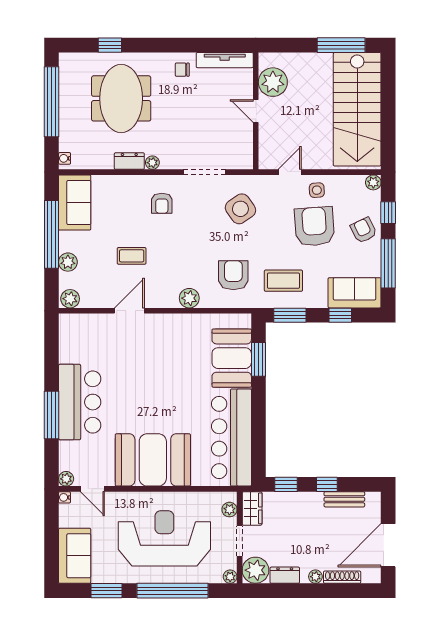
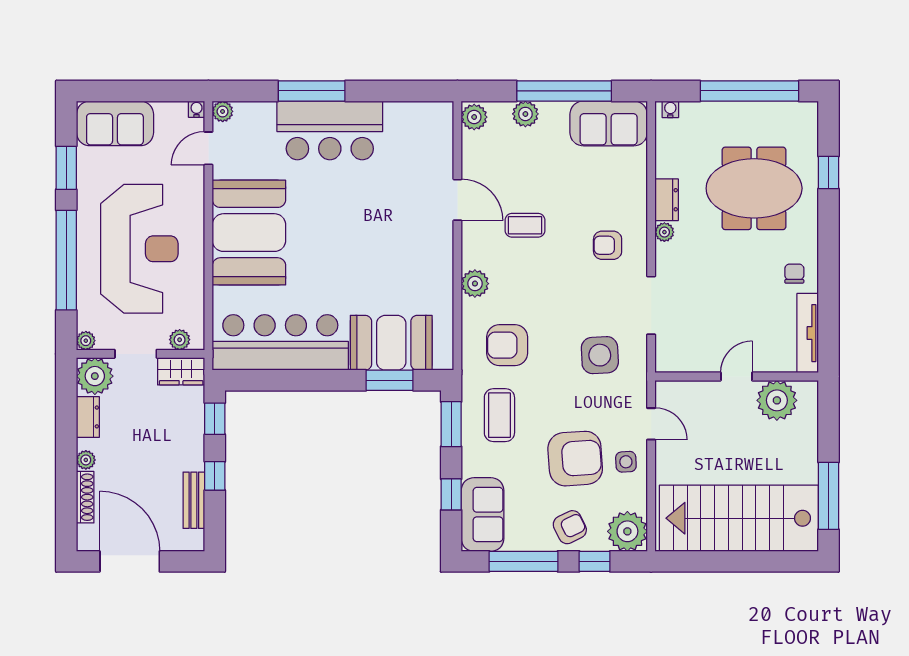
plant: (373, 182) -> (627, 531), width x1.88, depth x1.88
side table: (240, 209) -> (600, 355), turned 32
coffee table: (132, 256) -> (525, 225), moved, turned 90
armchair: (233, 275) -> (507, 345), turned 180

